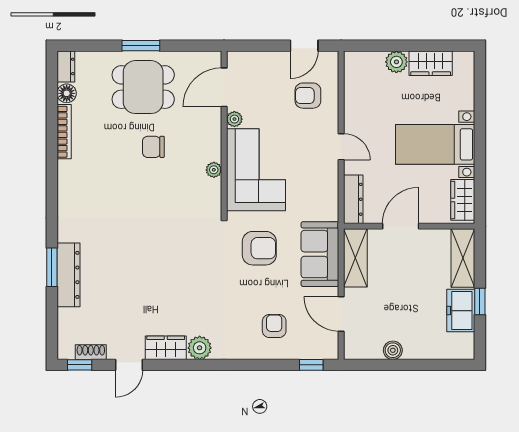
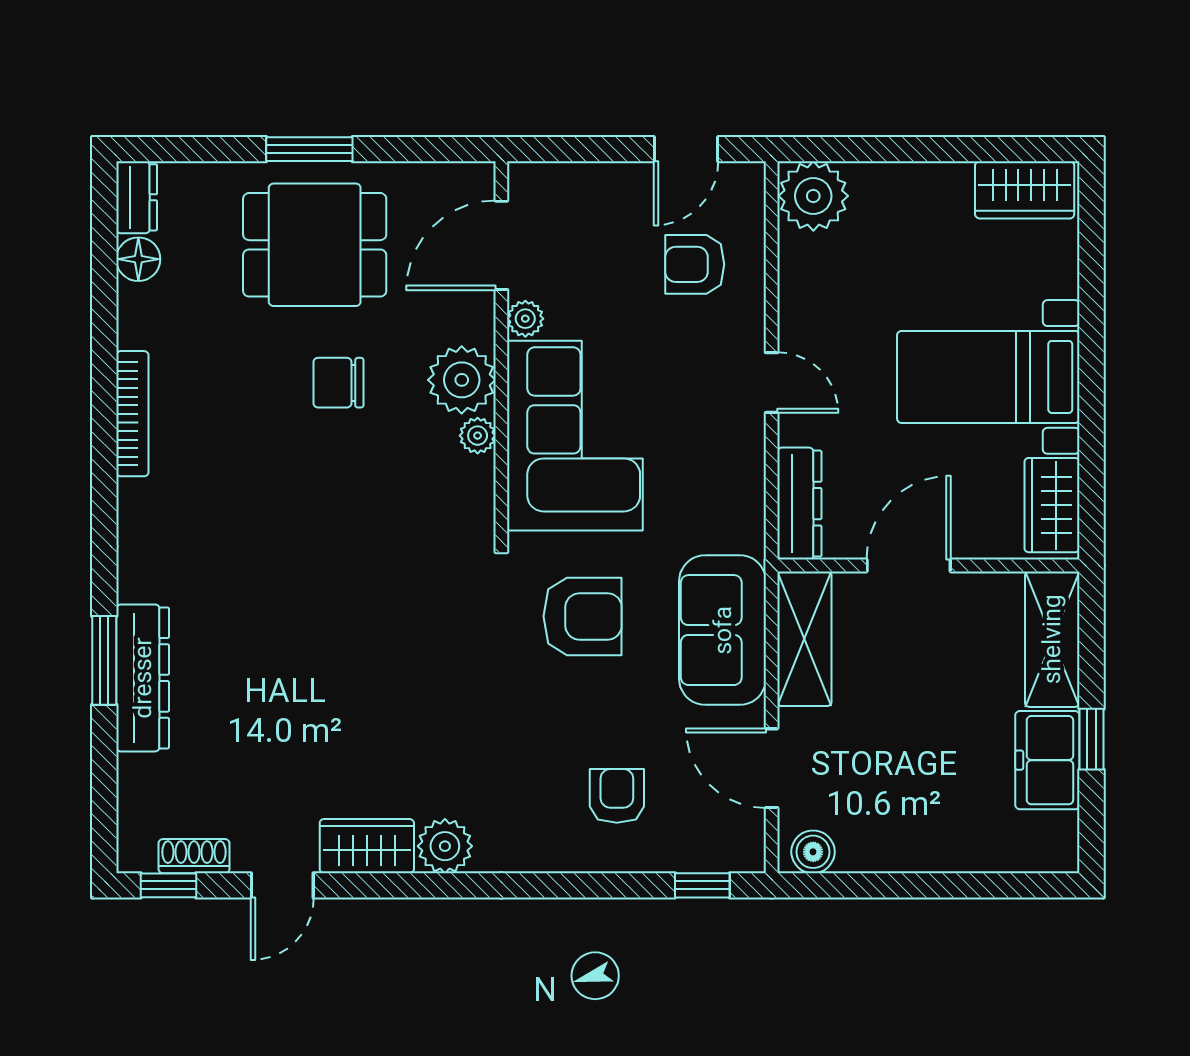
plant: (396, 62) -> (813, 196), moved, width x1.36, depth x1.36
wardrobe: (431, 63) -> (1025, 190), moved
bookcase: (64, 132) -> (132, 414), moved
plant: (207, 146) -> (462, 380), added
boiler: (393, 350) -> (813, 852), moved

